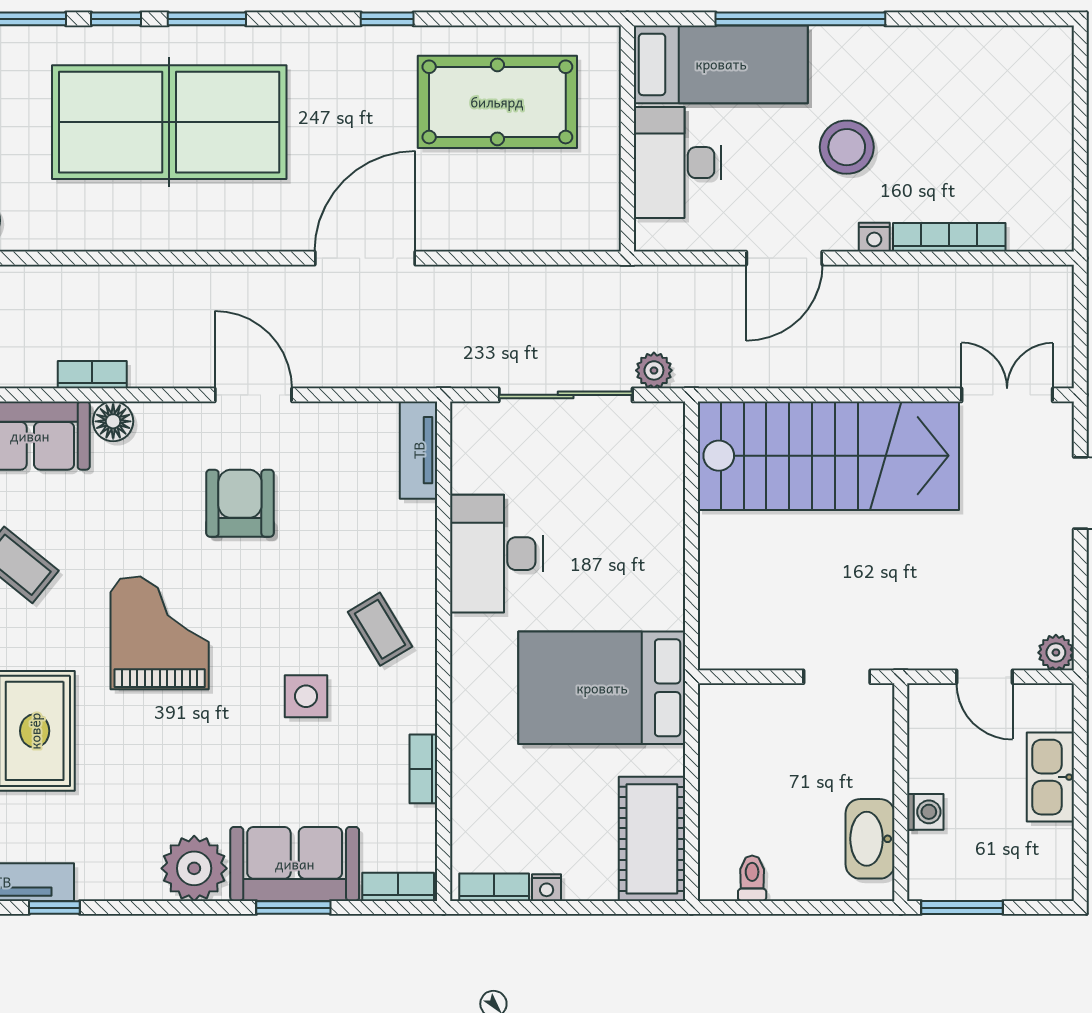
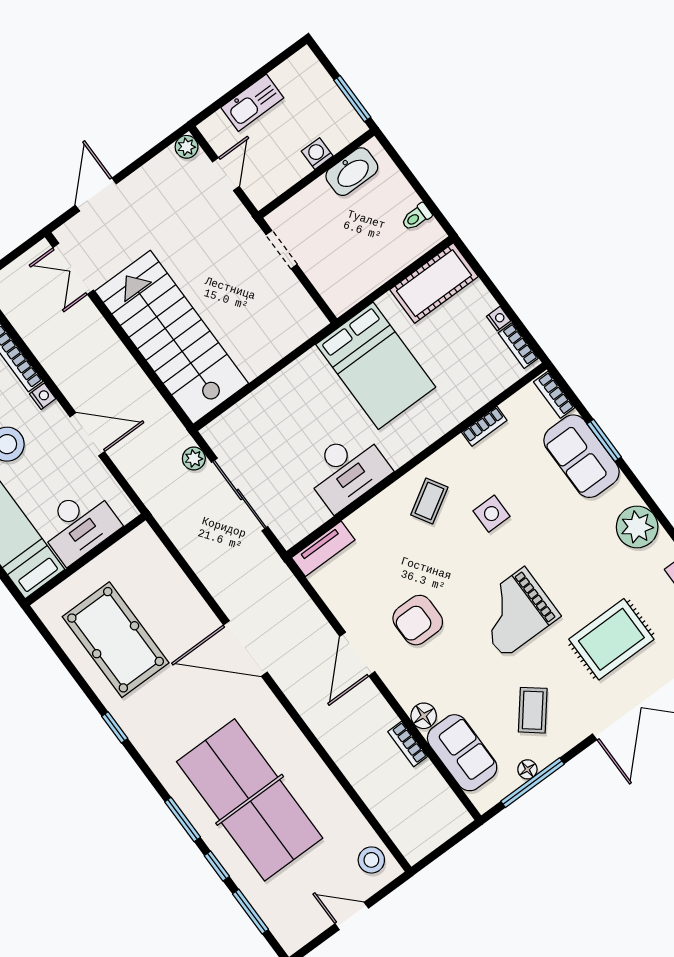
plant: (194, 868) -> (637, 527), moved

